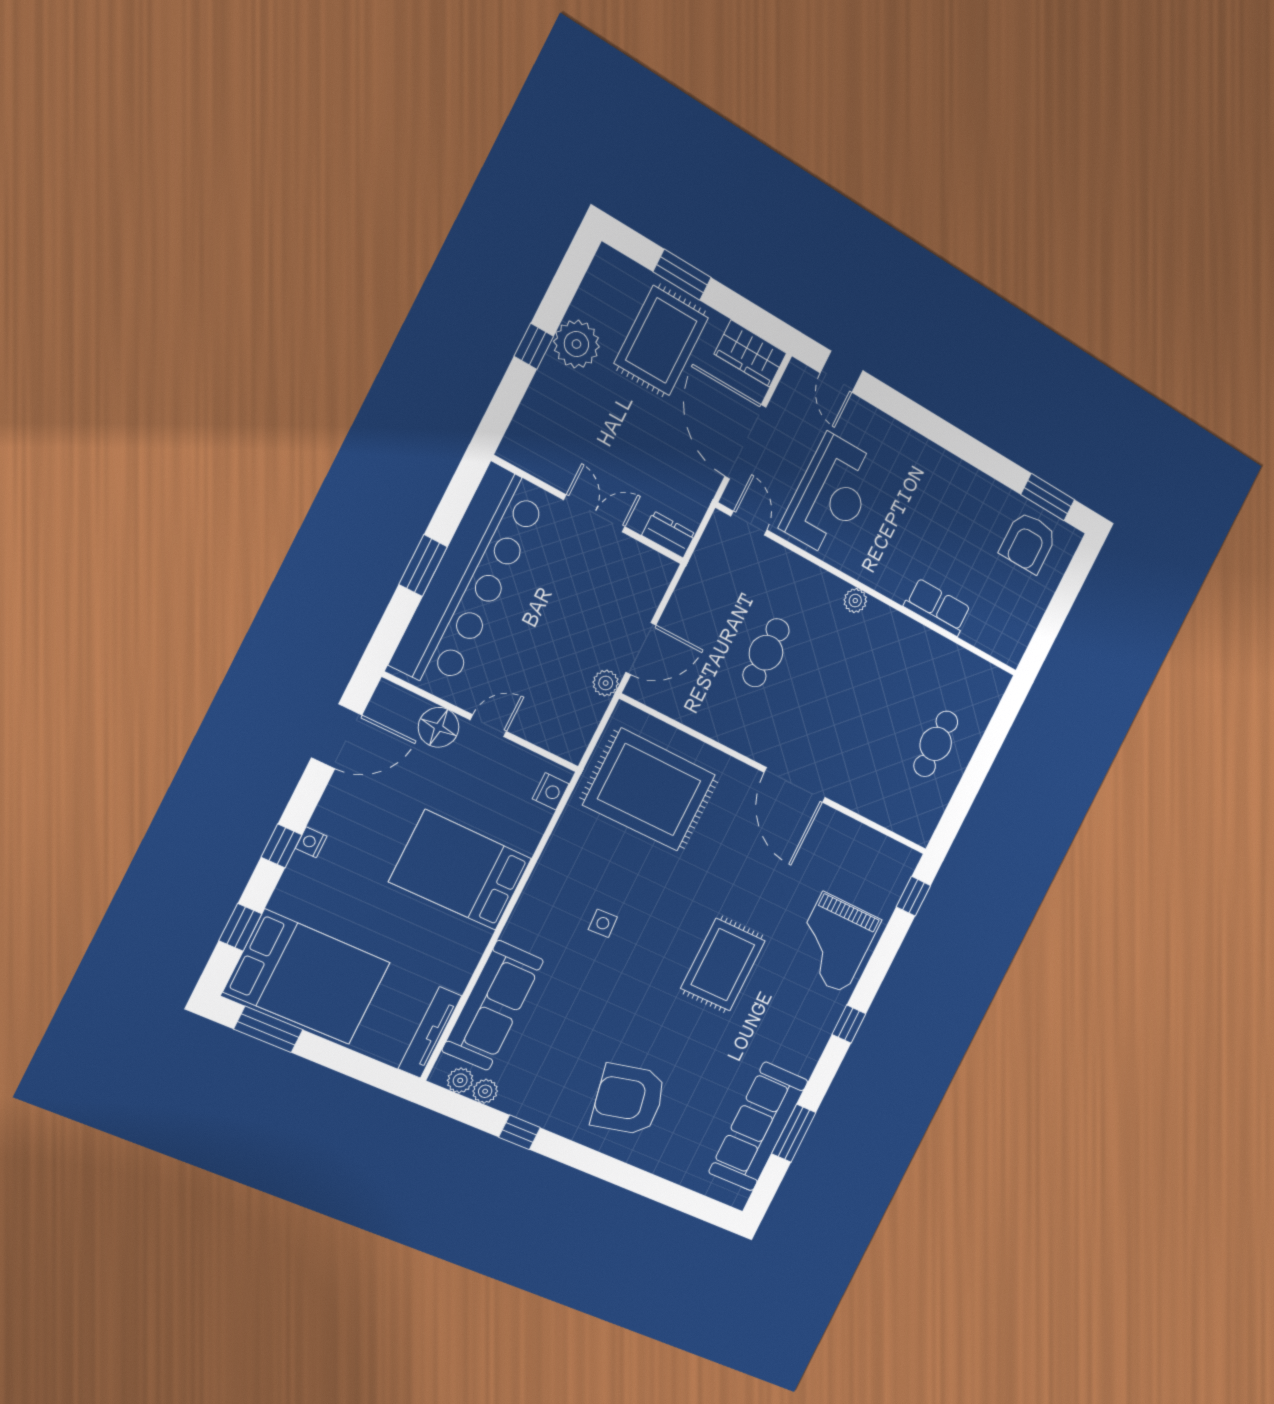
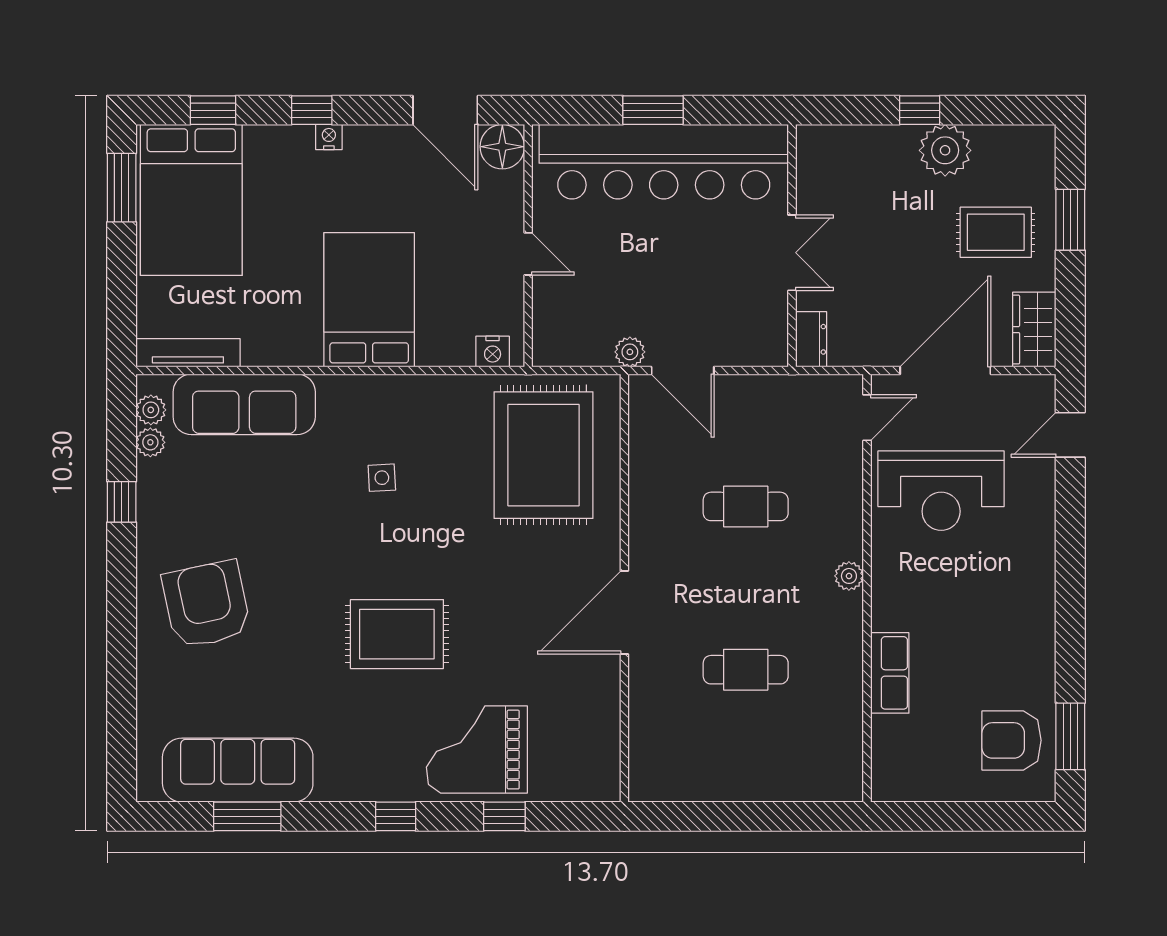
rug: (661, 340) -> (996, 232), width x0.73, depth x0.70
floor lamp: (439, 727) -> (502, 147), moved
cafe table: (936, 744) -> (746, 670), moved
window: (913, 896) -> (504, 816), moved

